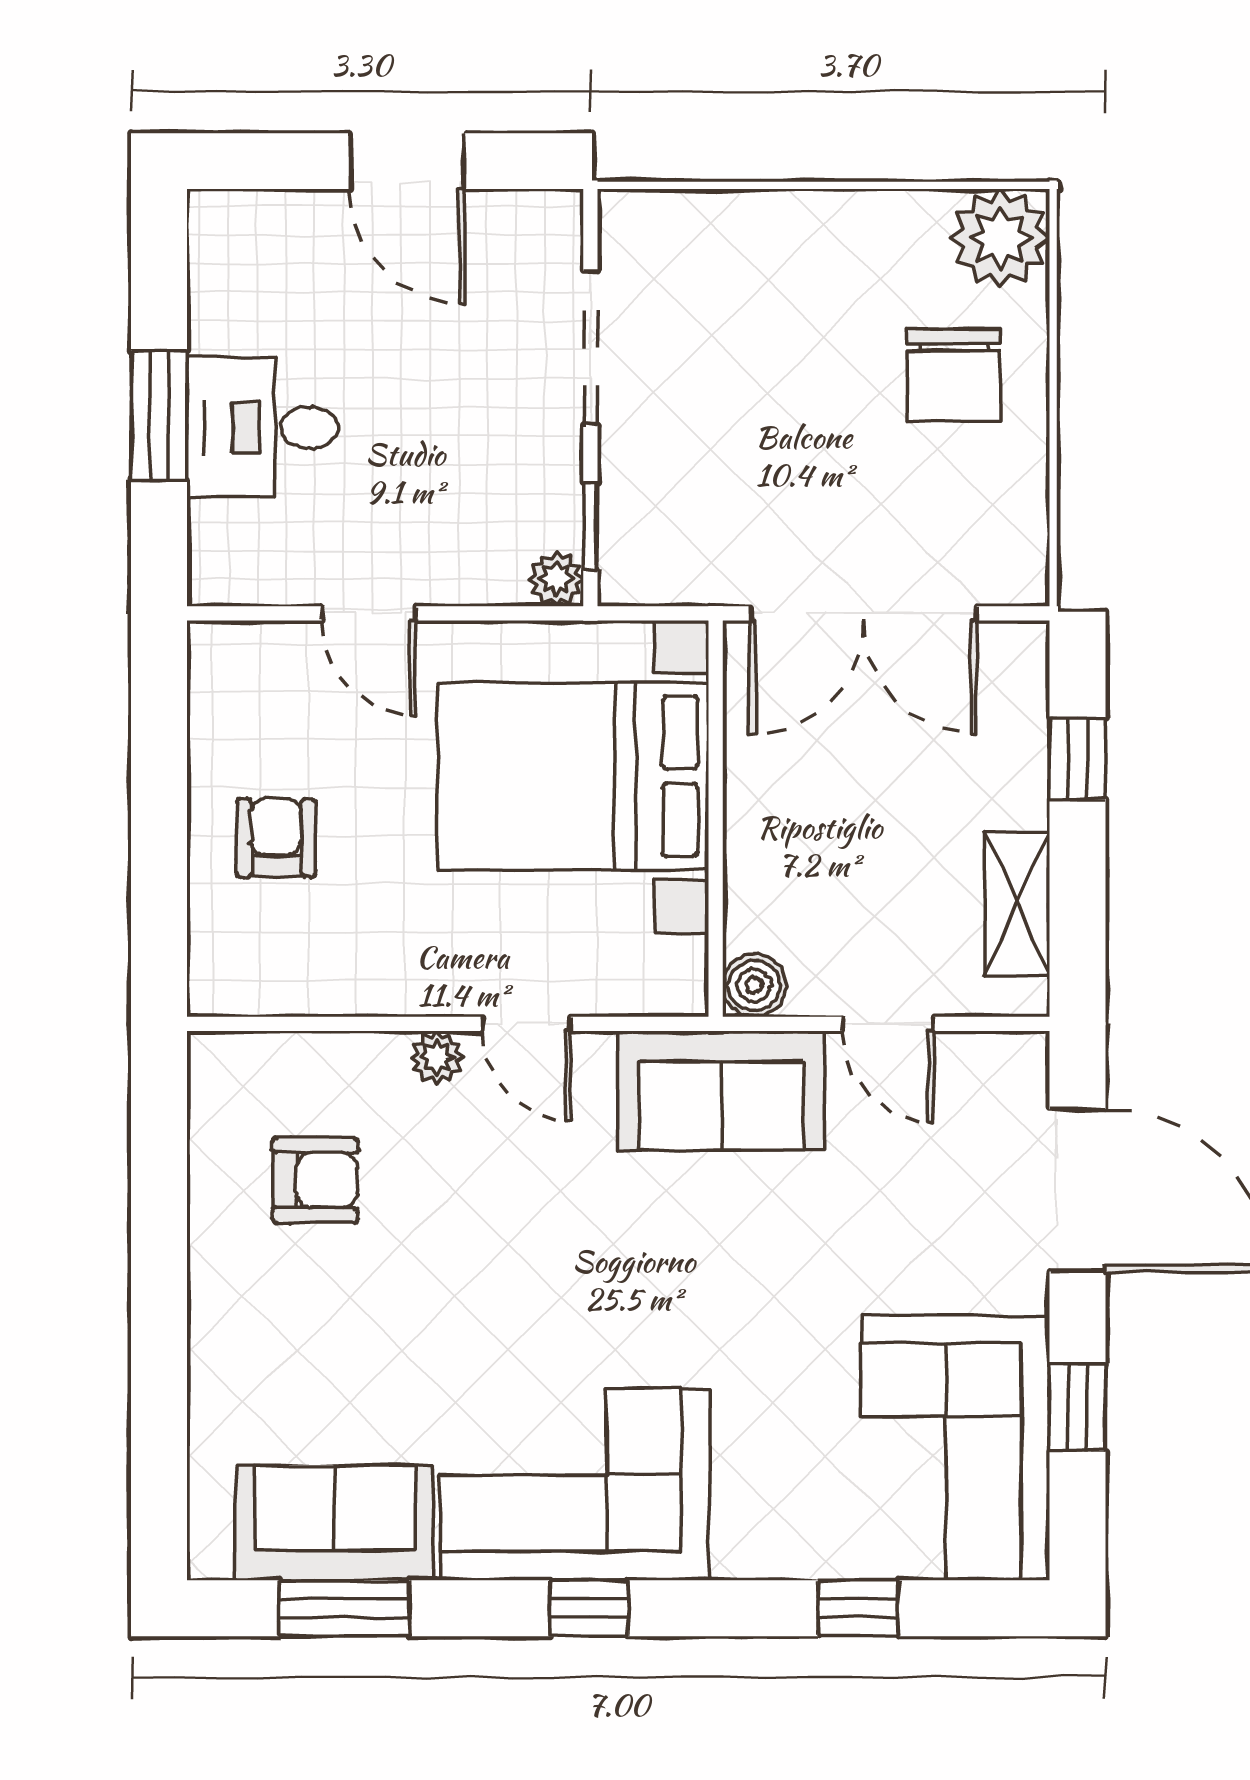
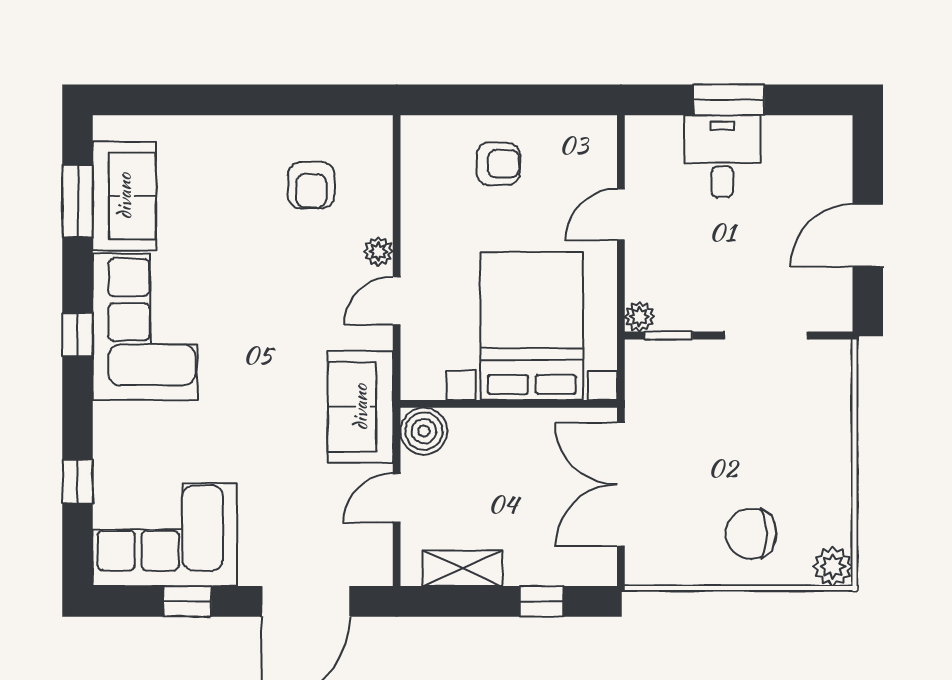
plant: (1000, 238) -> (833, 566), width x0.73, depth x0.73
boiler: (754, 985) -> (424, 431), width x1.36, depth x1.36

